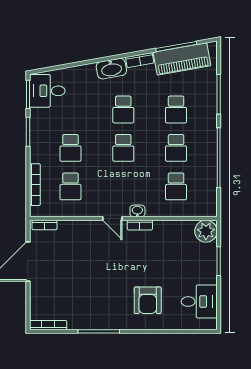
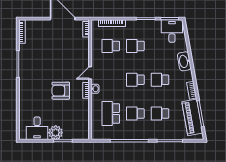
washbasin: (111, 69) -> (184, 61), moved
school desk: (176, 186) -> (111, 113), width x1.85
plant: (206, 231) -> (56, 133), moved
armchair: (148, 300) -> (61, 91), moved

